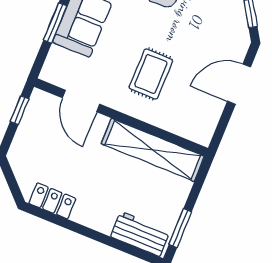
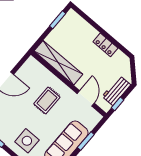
locker: (52, 201) -> (105, 45), moved
workbench: (140, 234) -> (116, 91), moved, turned 90

